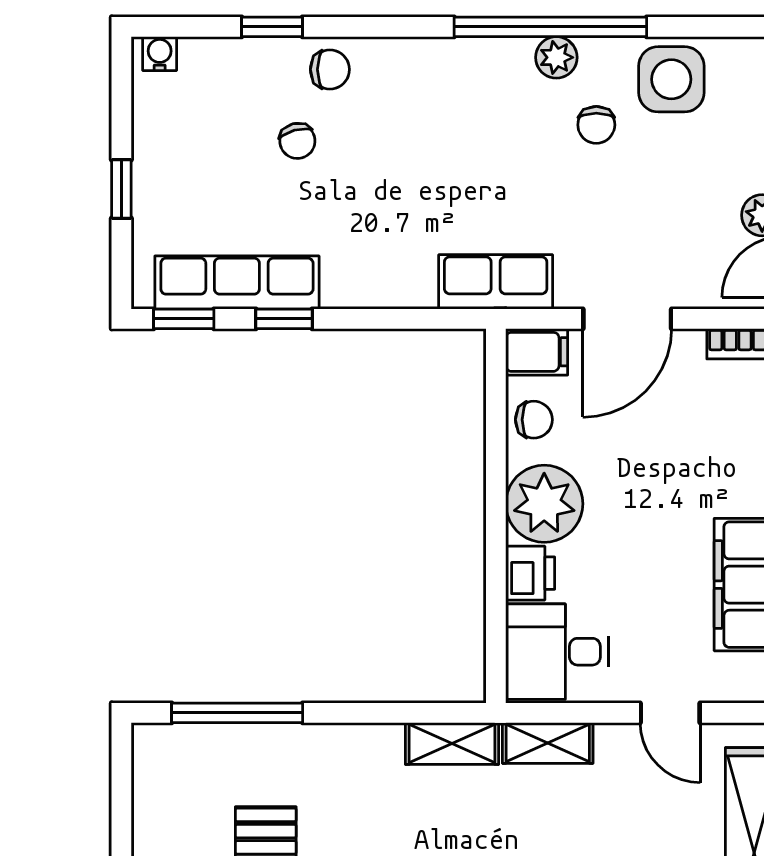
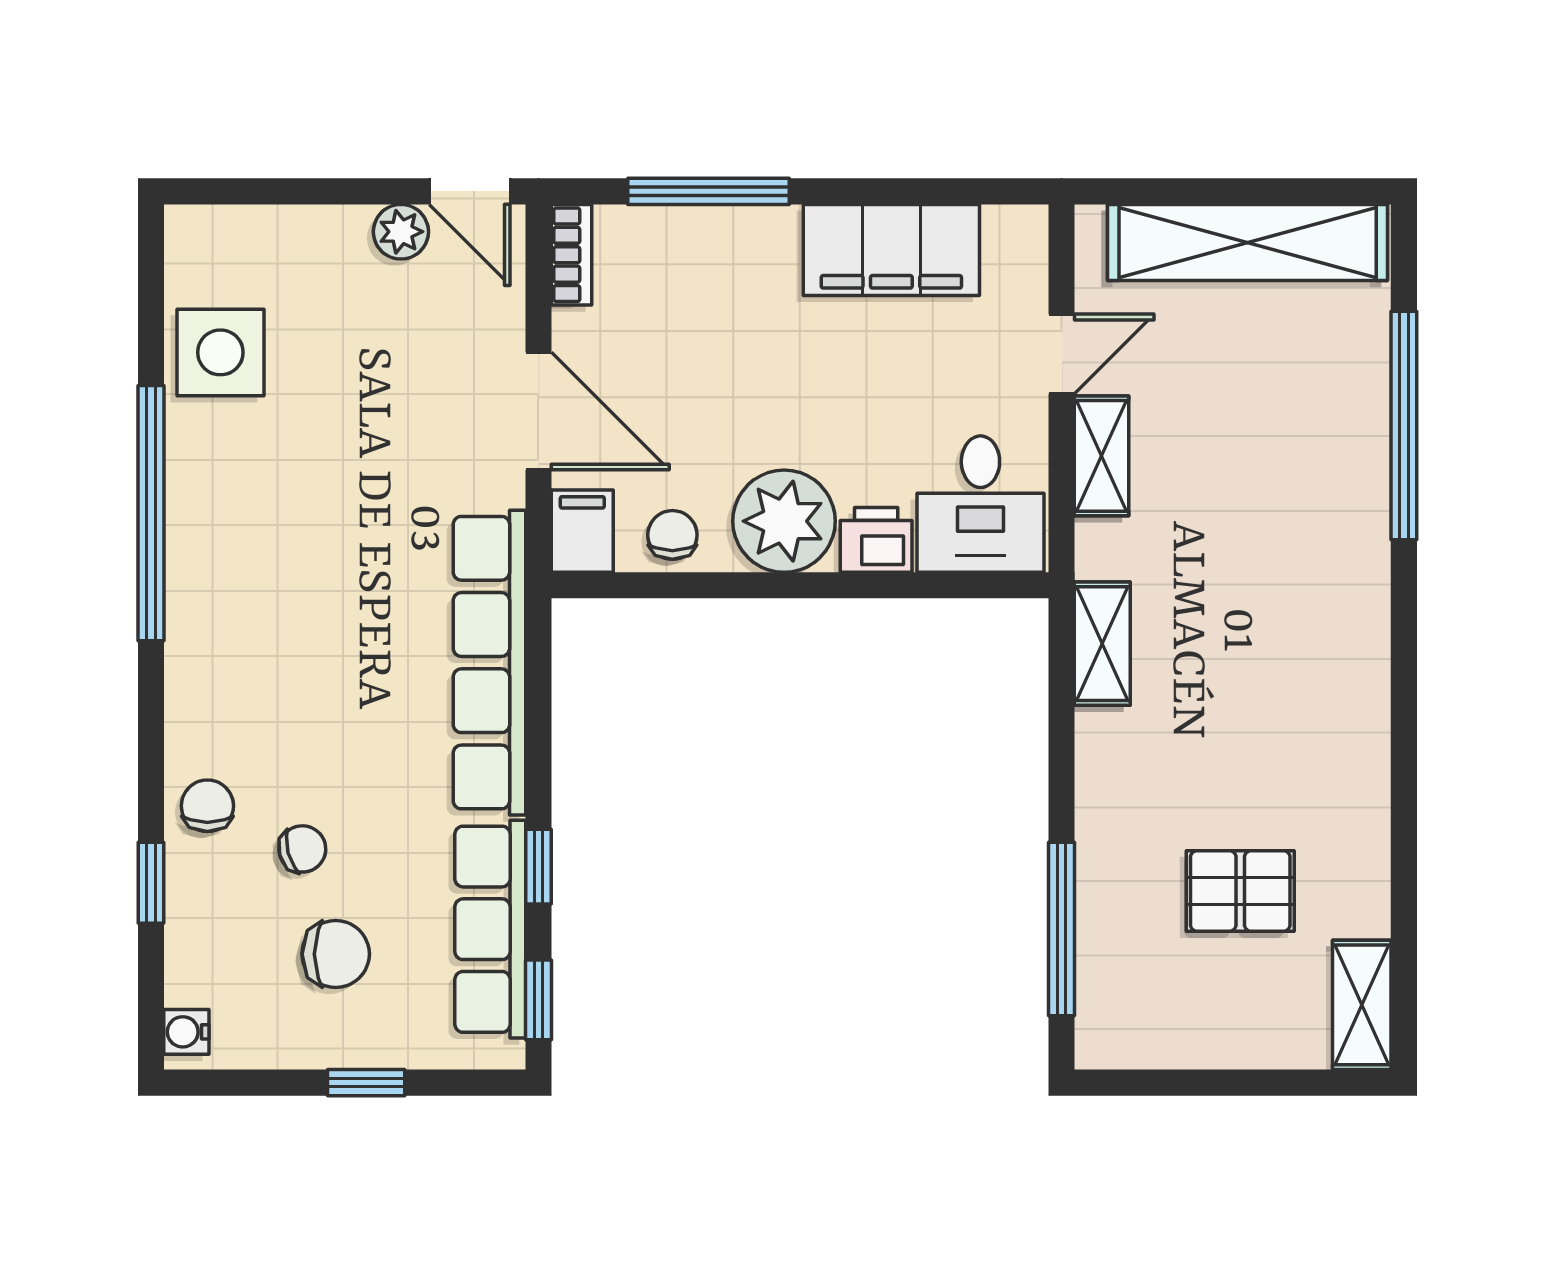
plant: (556, 57) -> (191, 505), removed
chair: (596, 125) -> (336, 954), moved, width x1.37, depth x1.37
row of seats: (496, 282) -> (489, 663), width x2.02
shelving: (548, 743) -> (1102, 456), moved

